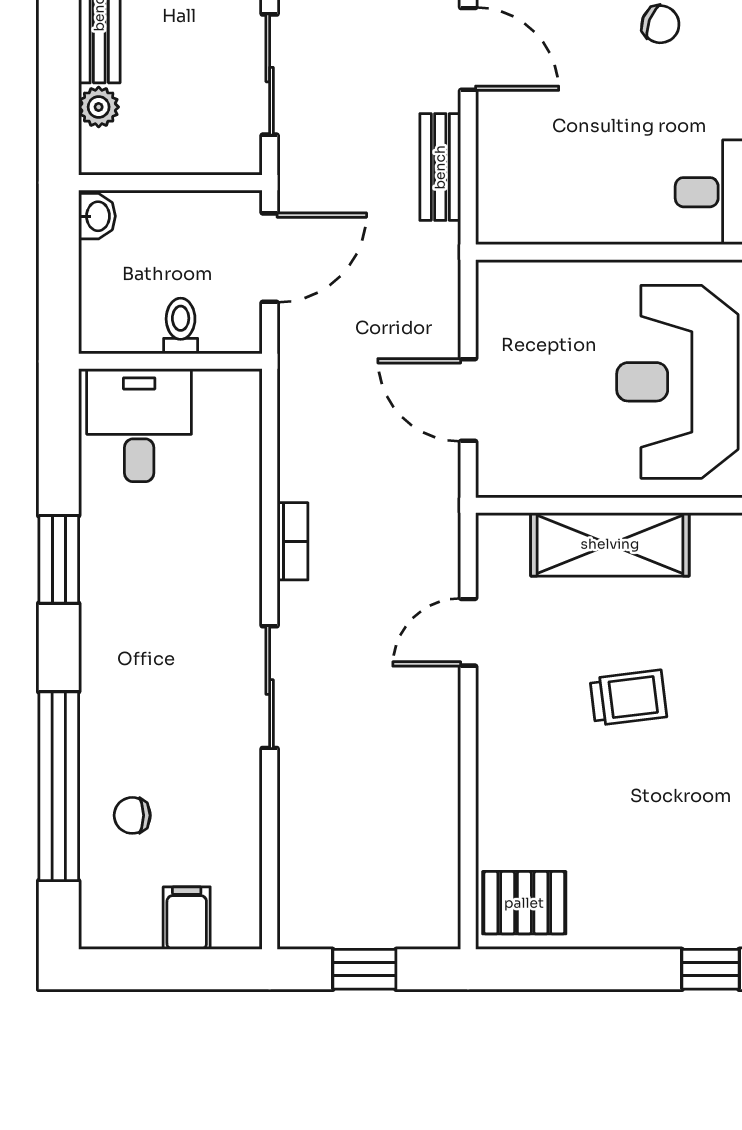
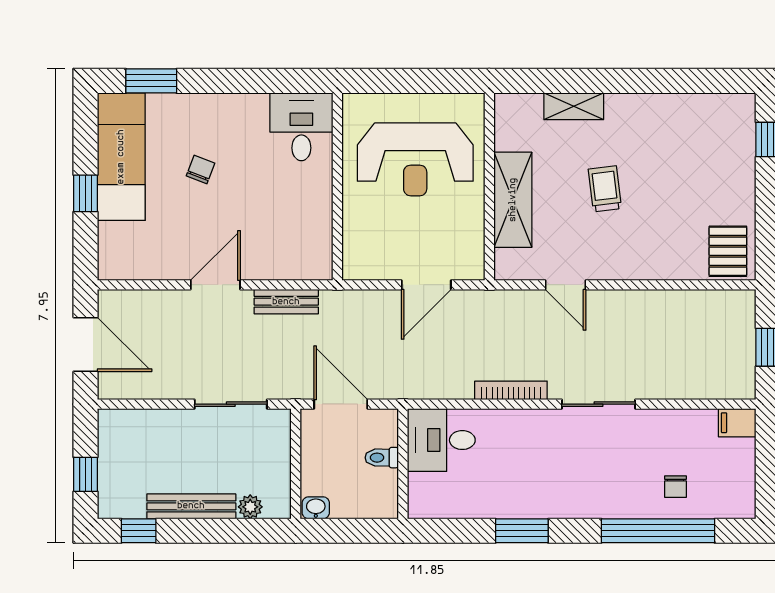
desk: (139, 425) -> (441, 440), moved
bookcase: (292, 541) -> (511, 390), width x1.56
filing cabinet: (187, 918) -> (737, 423), moved

